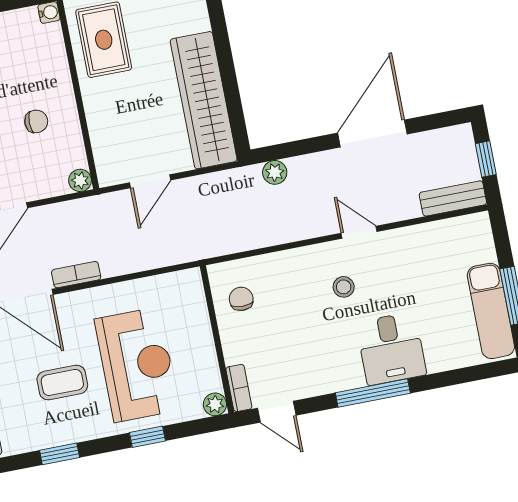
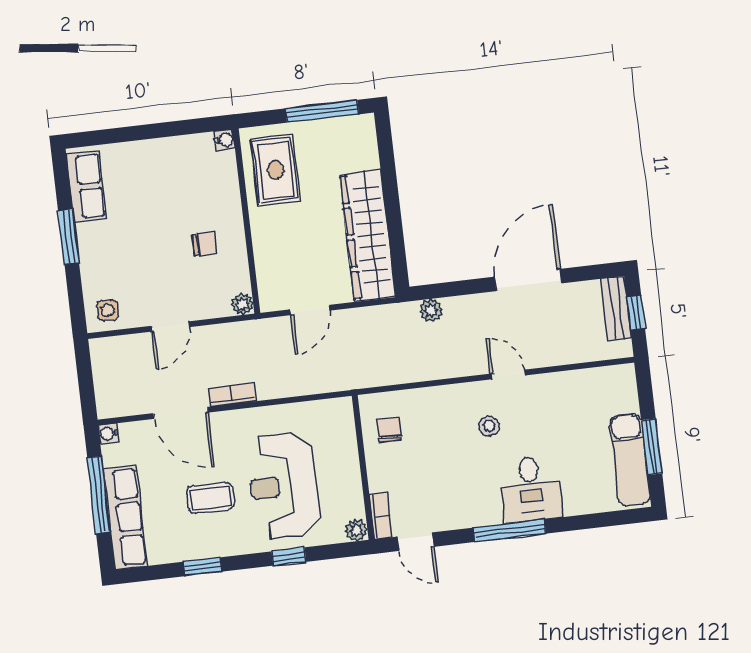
bench: (453, 198) -> (616, 309), moved, turned 90
reception desk: (137, 365) -> (284, 486), turned 180

